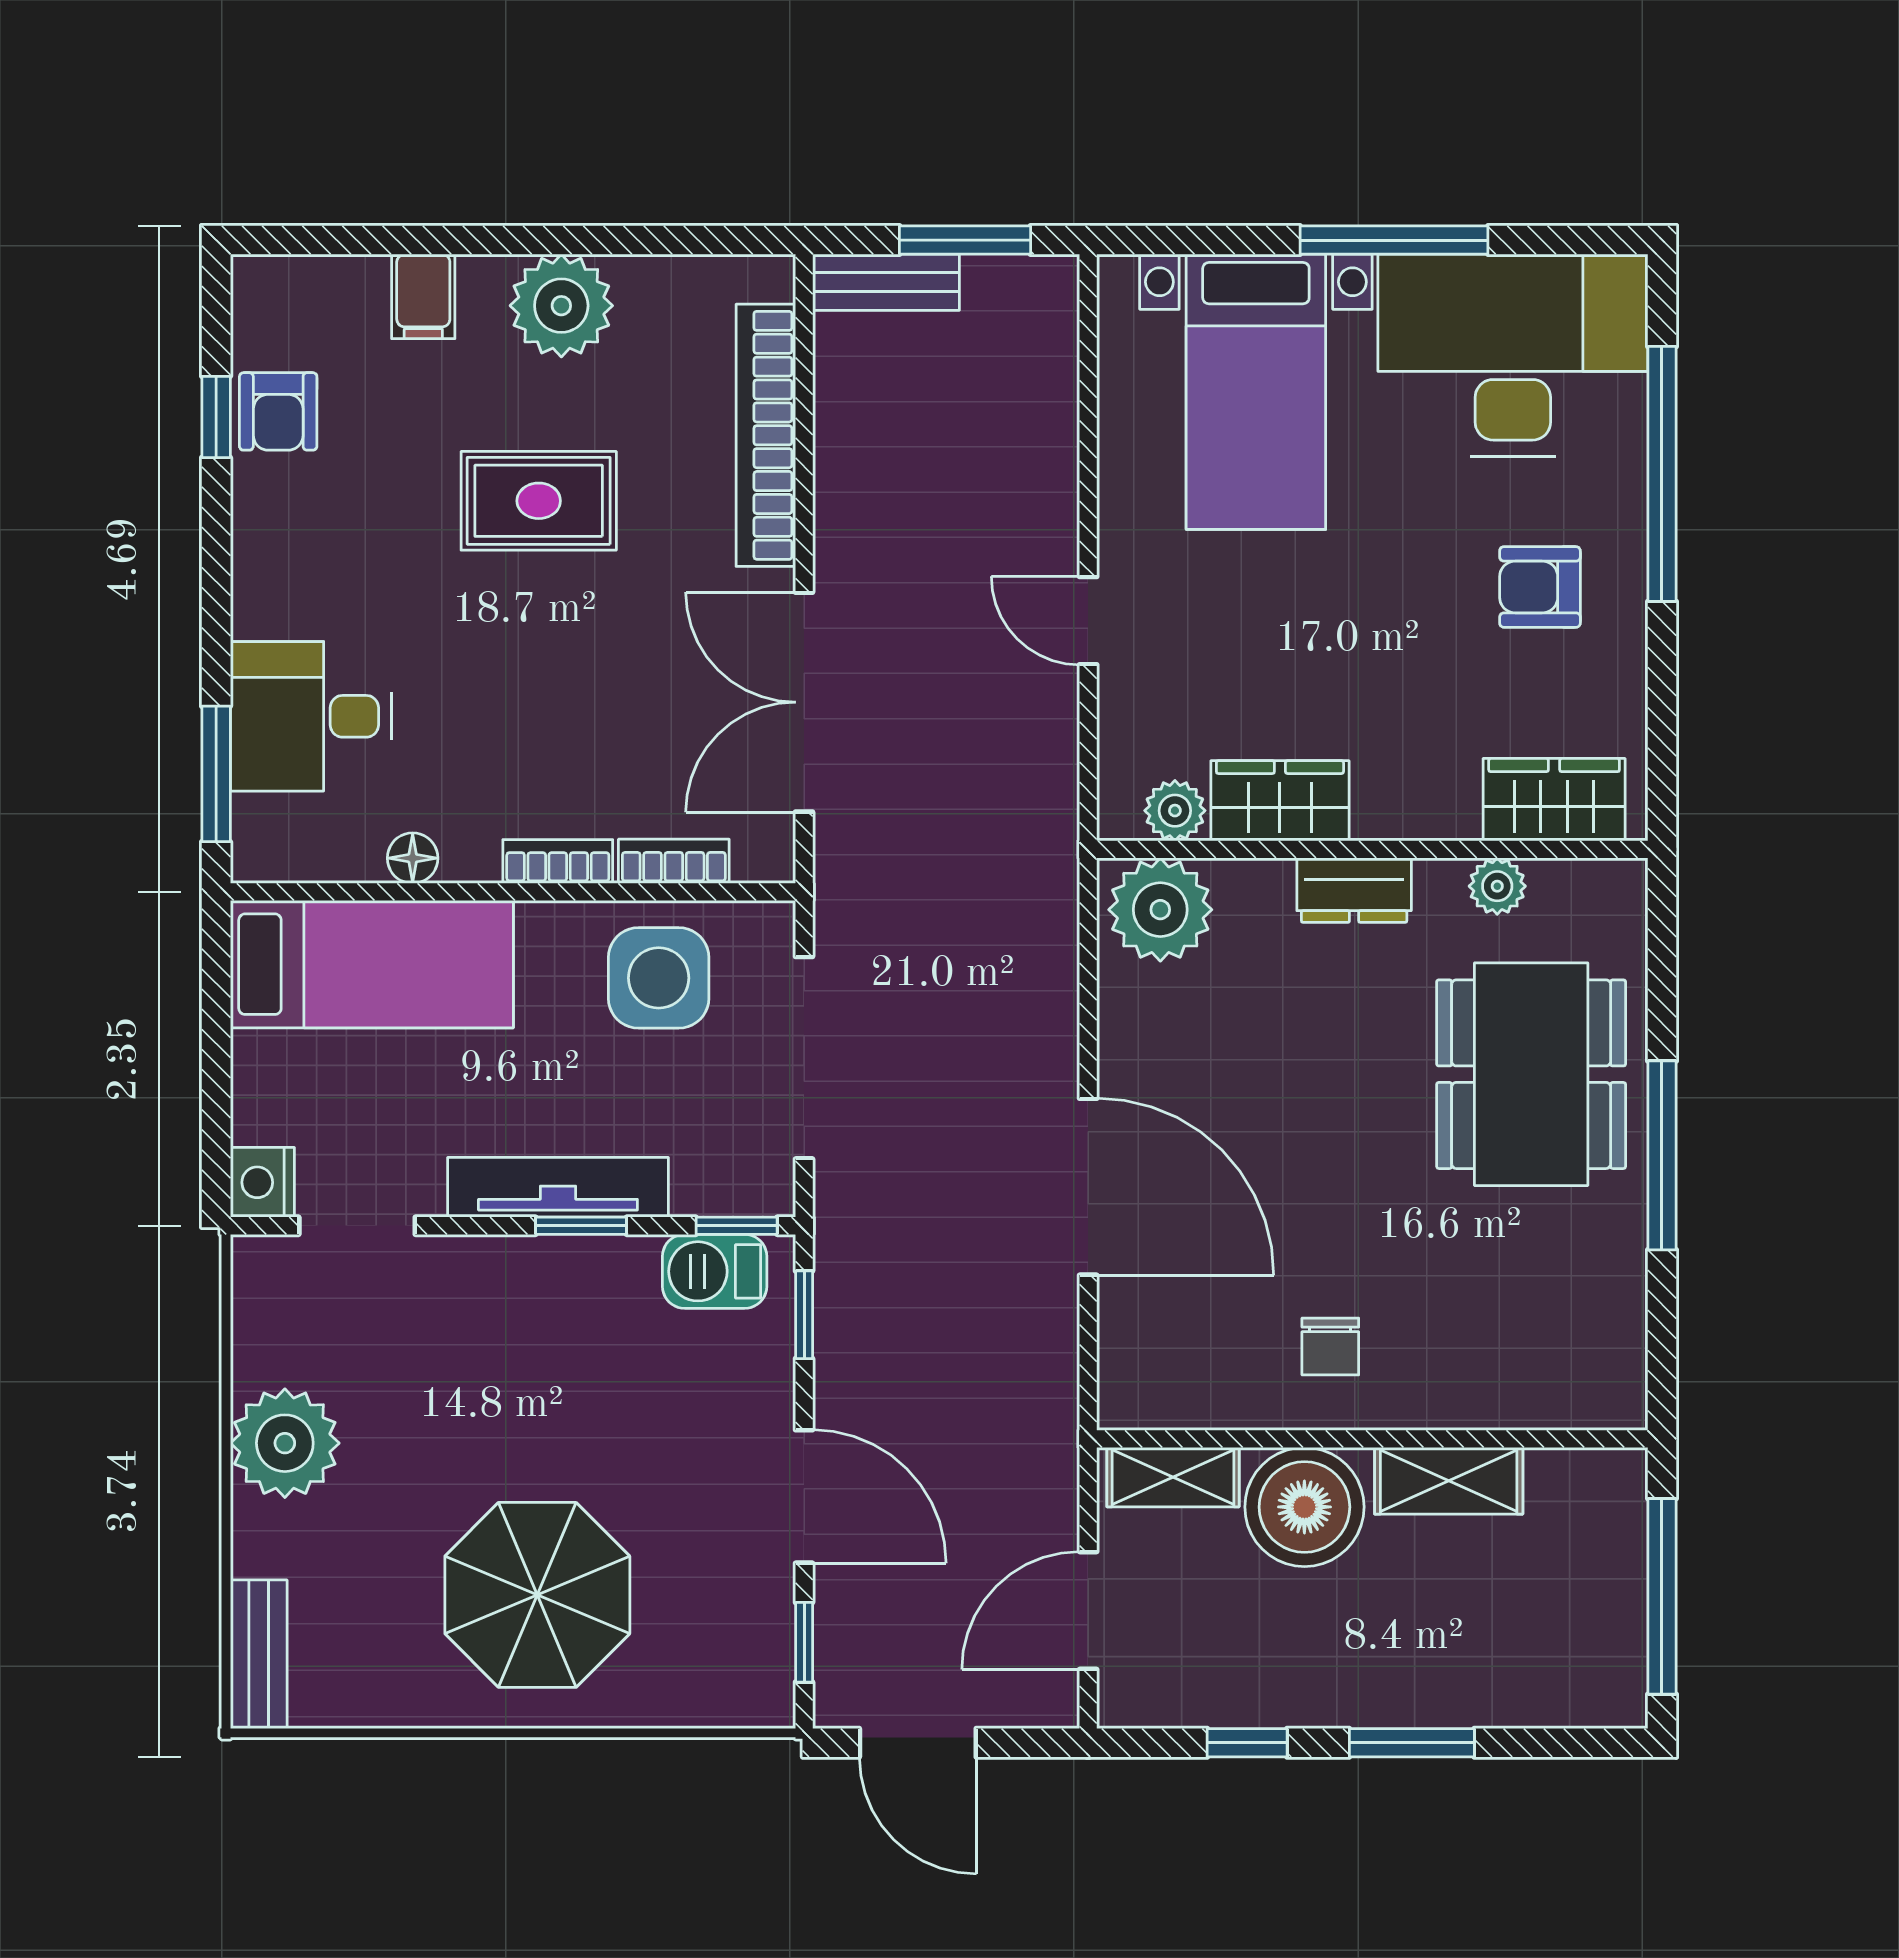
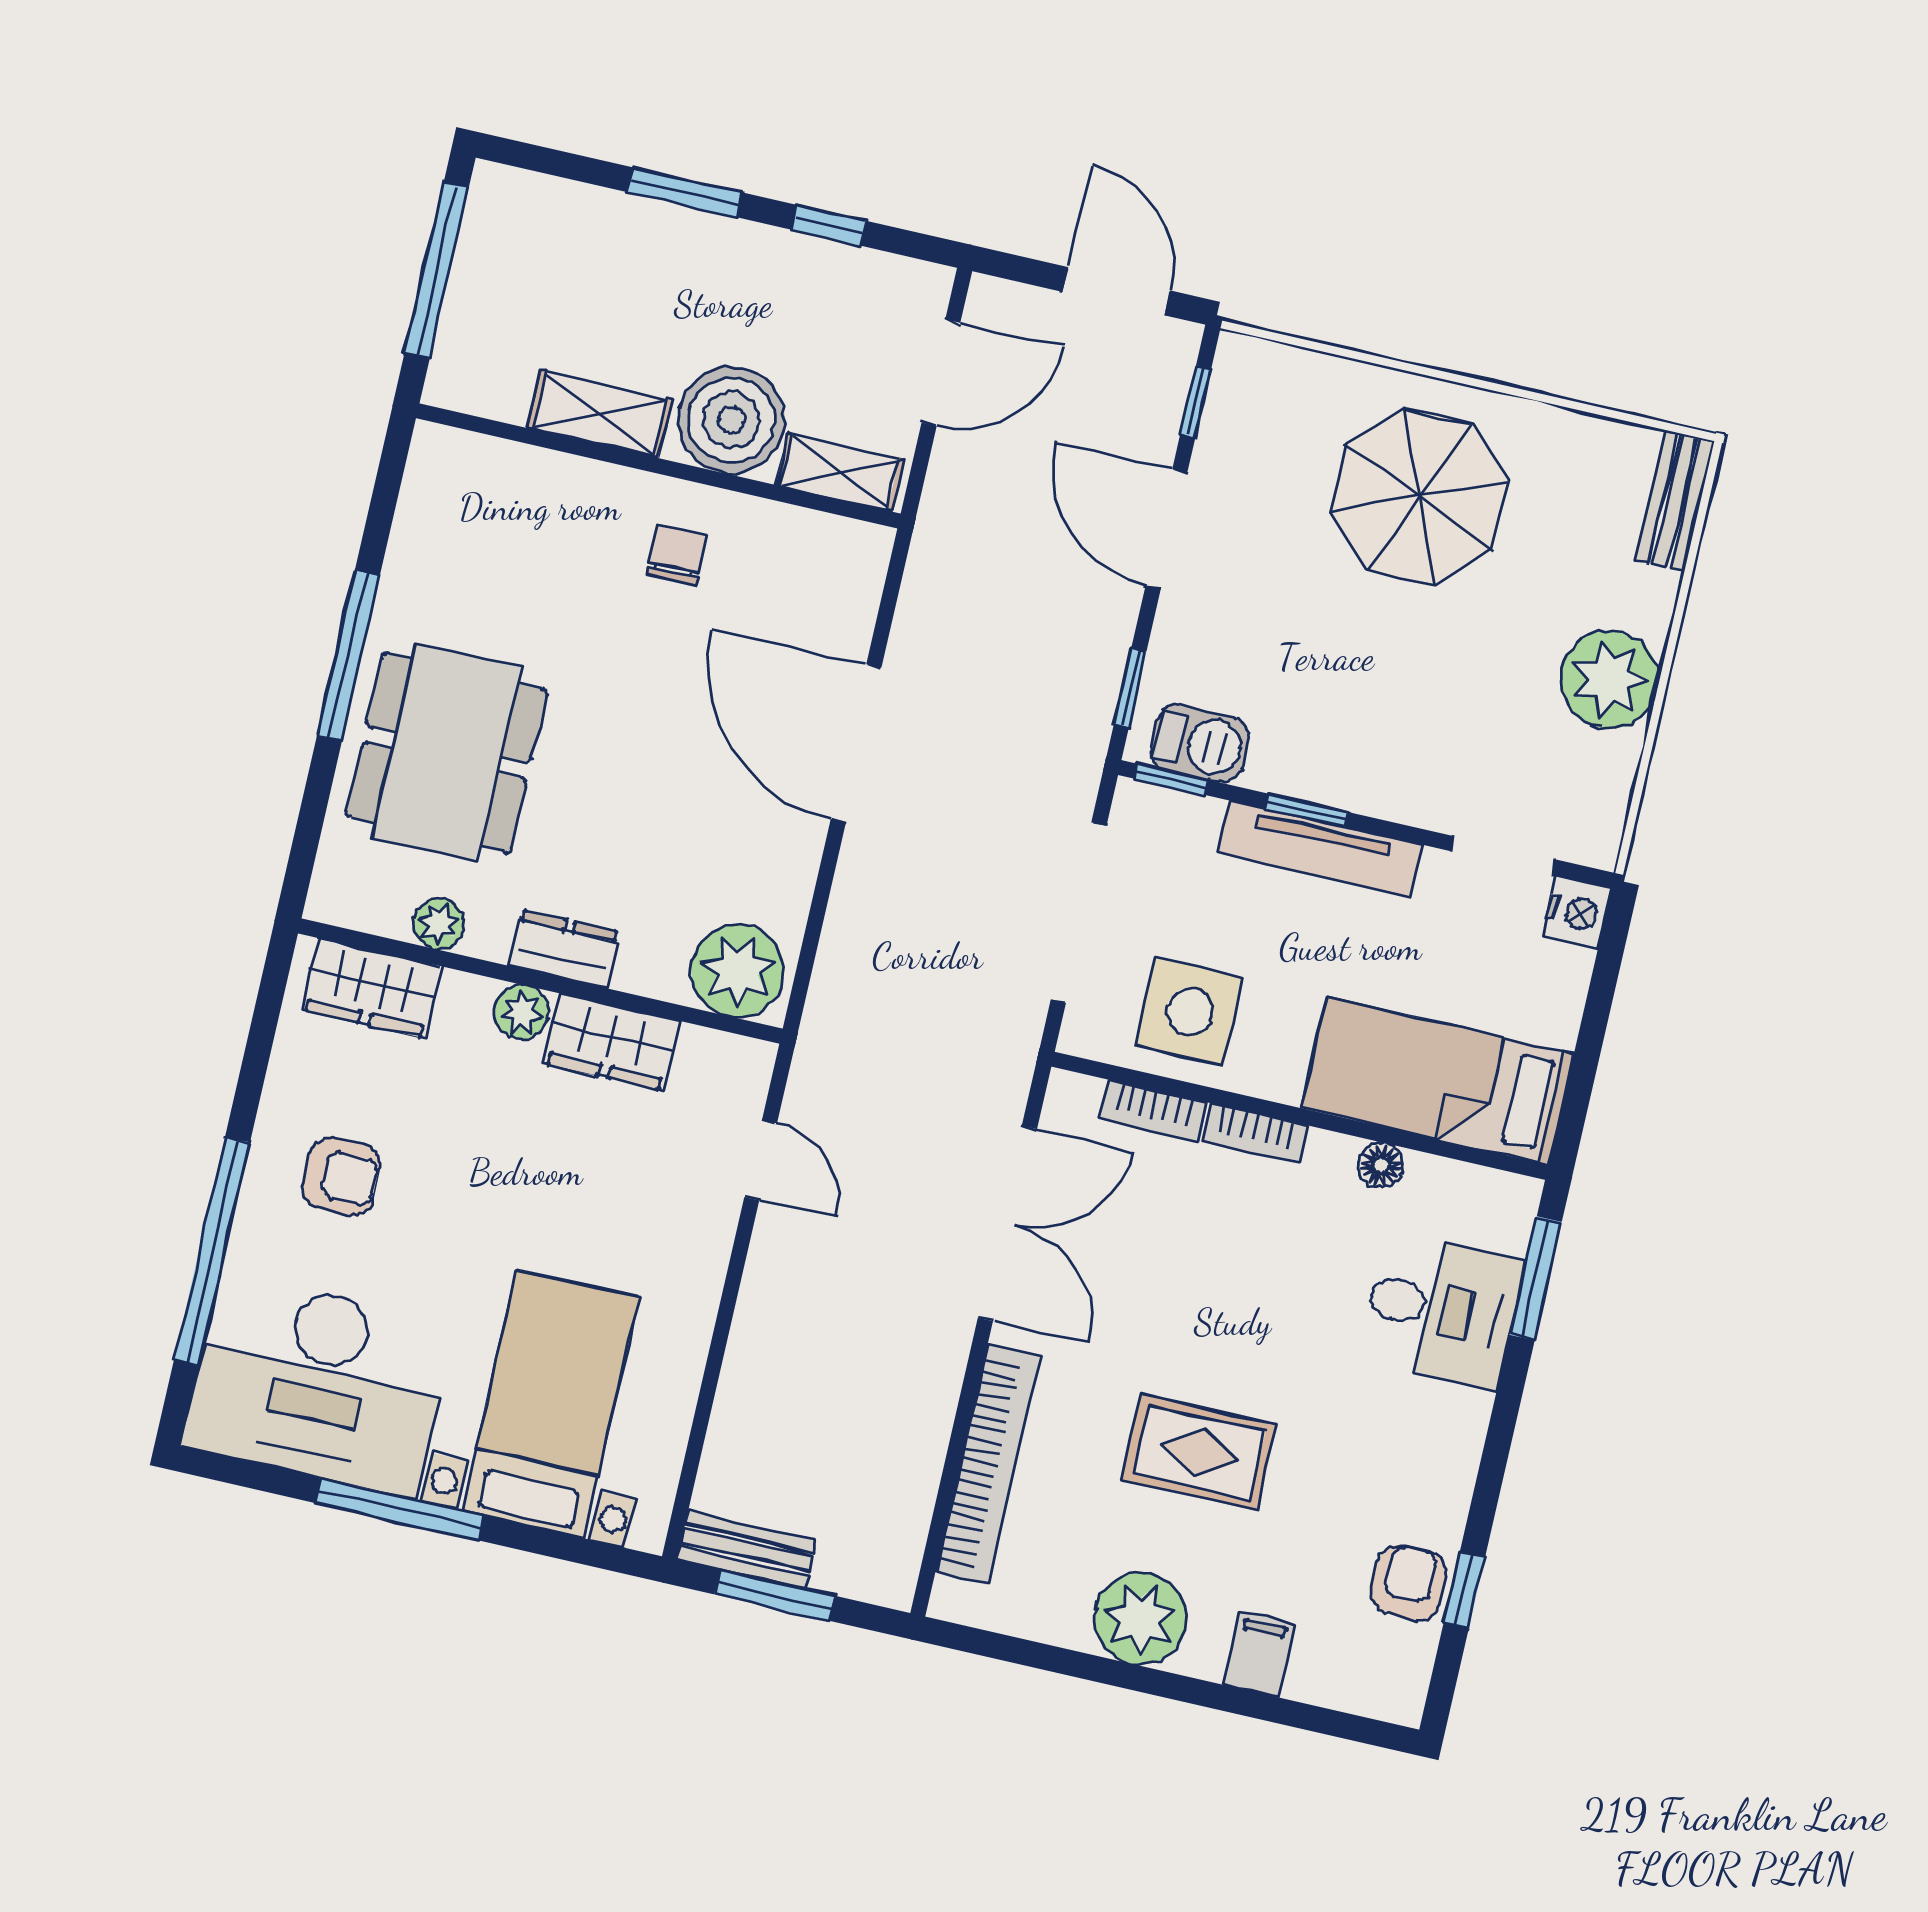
bench: (886, 282) -> (747, 1550), moved
door: (1088, 621) -> (761, 1160), moved
plant: (1175, 811) -> (521, 1012), moved

